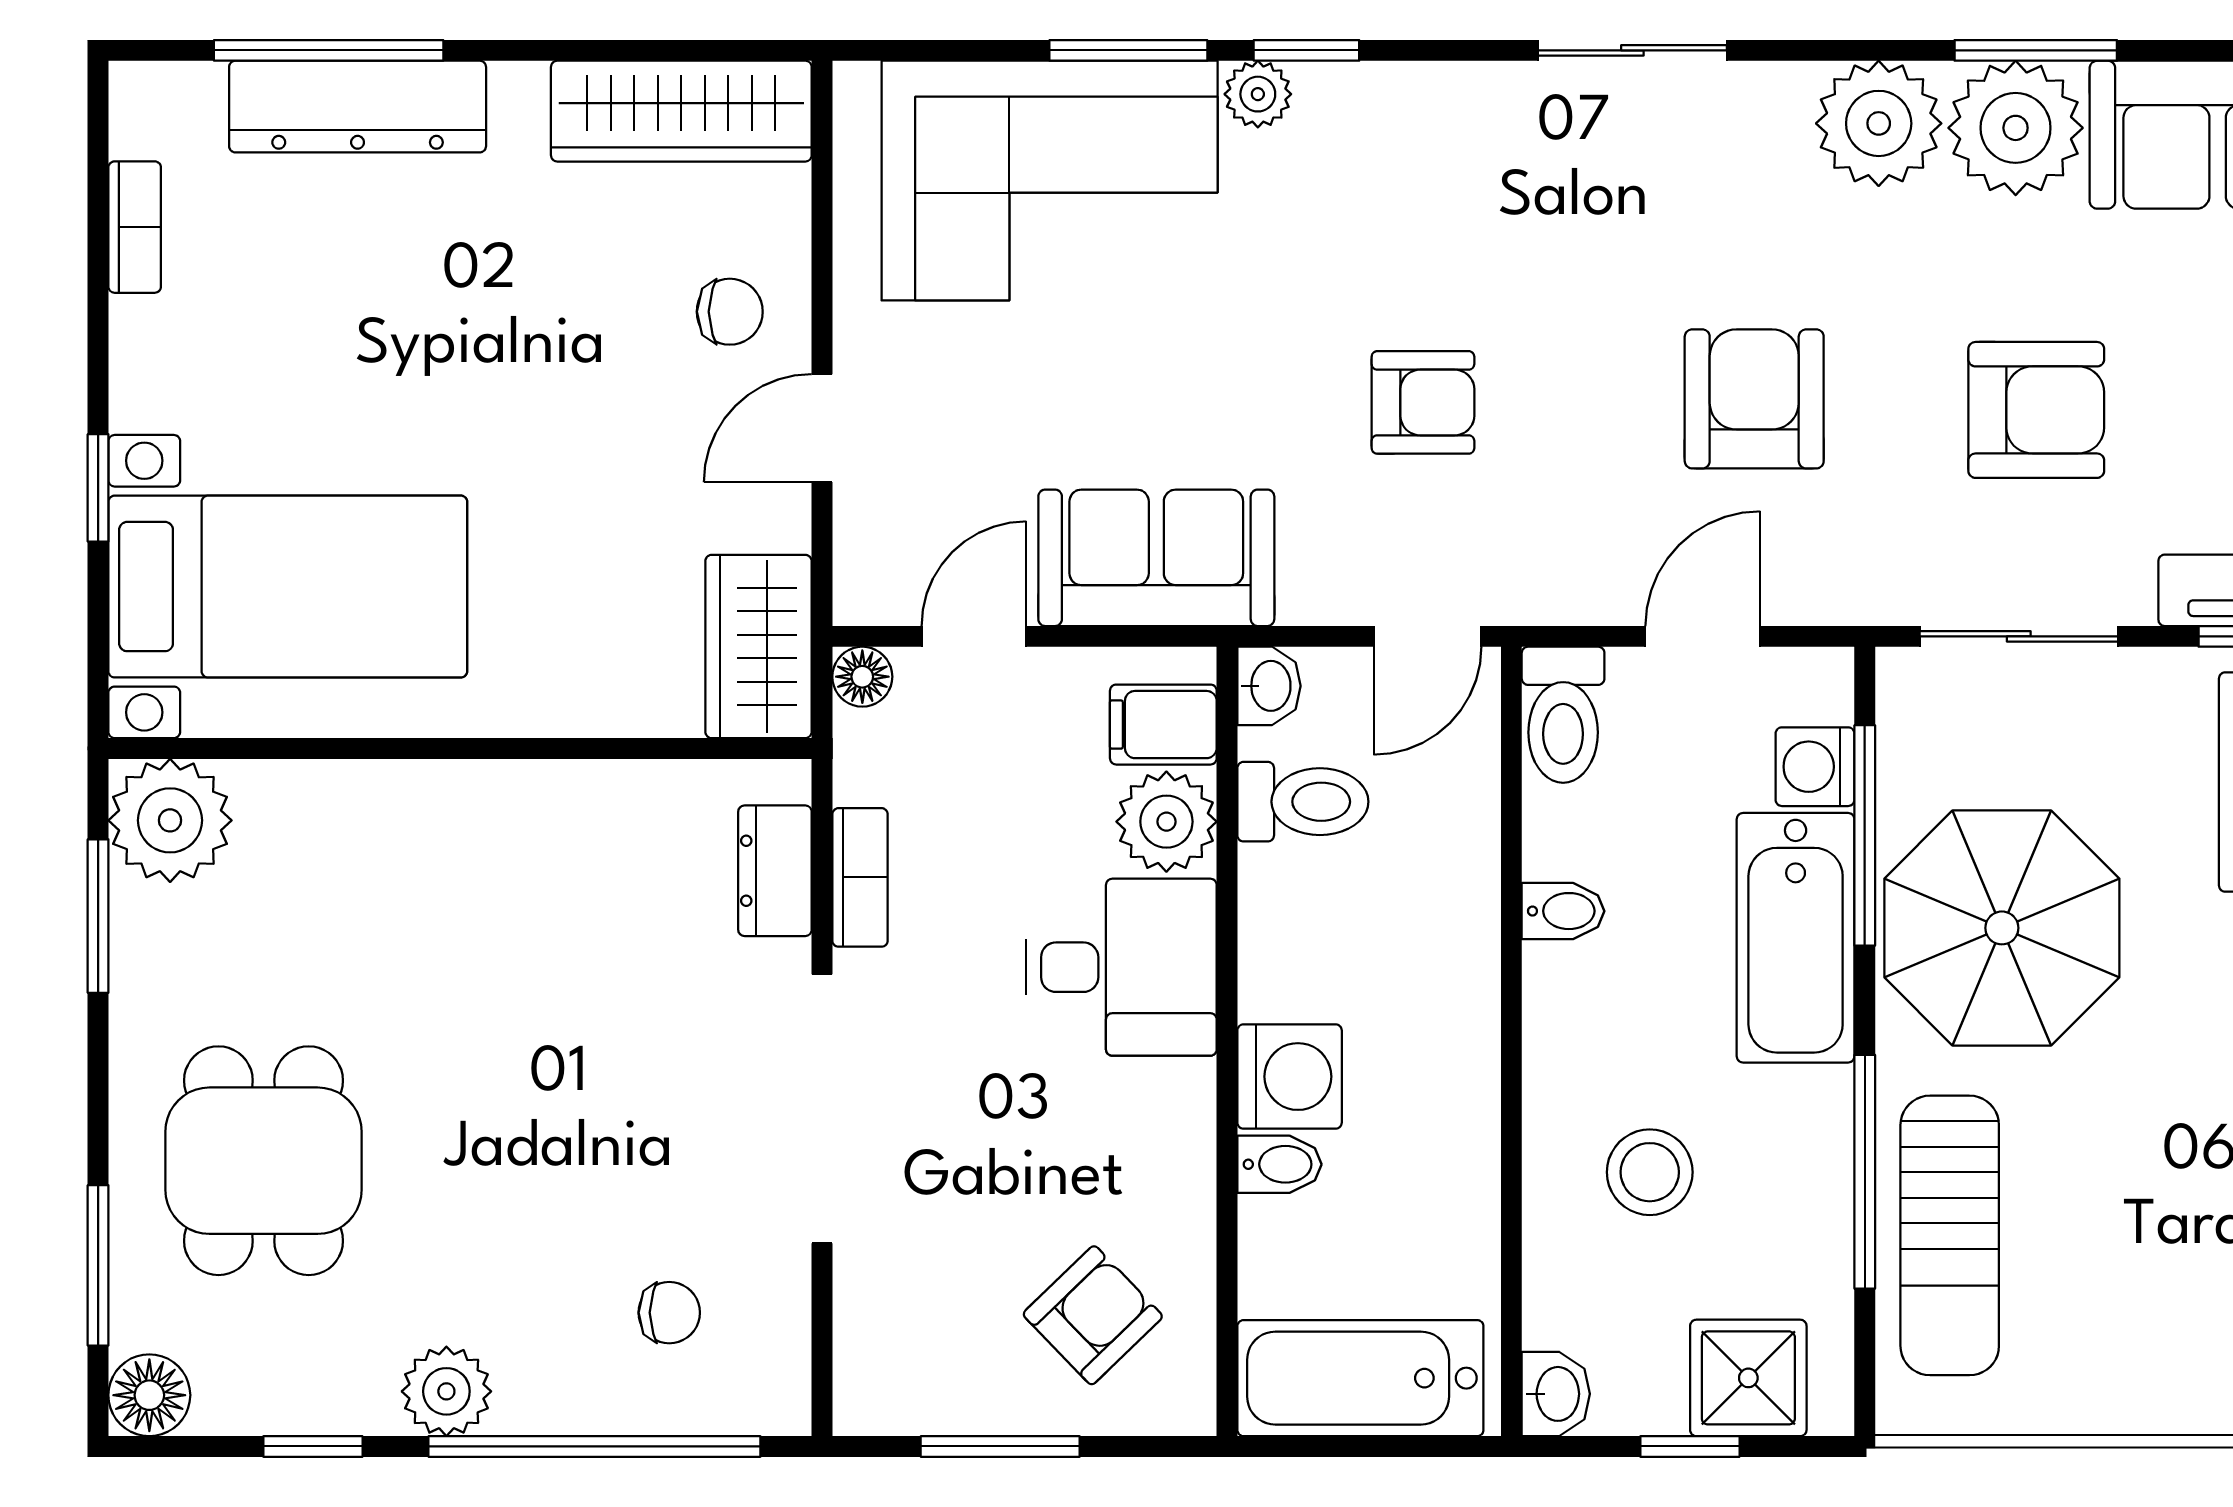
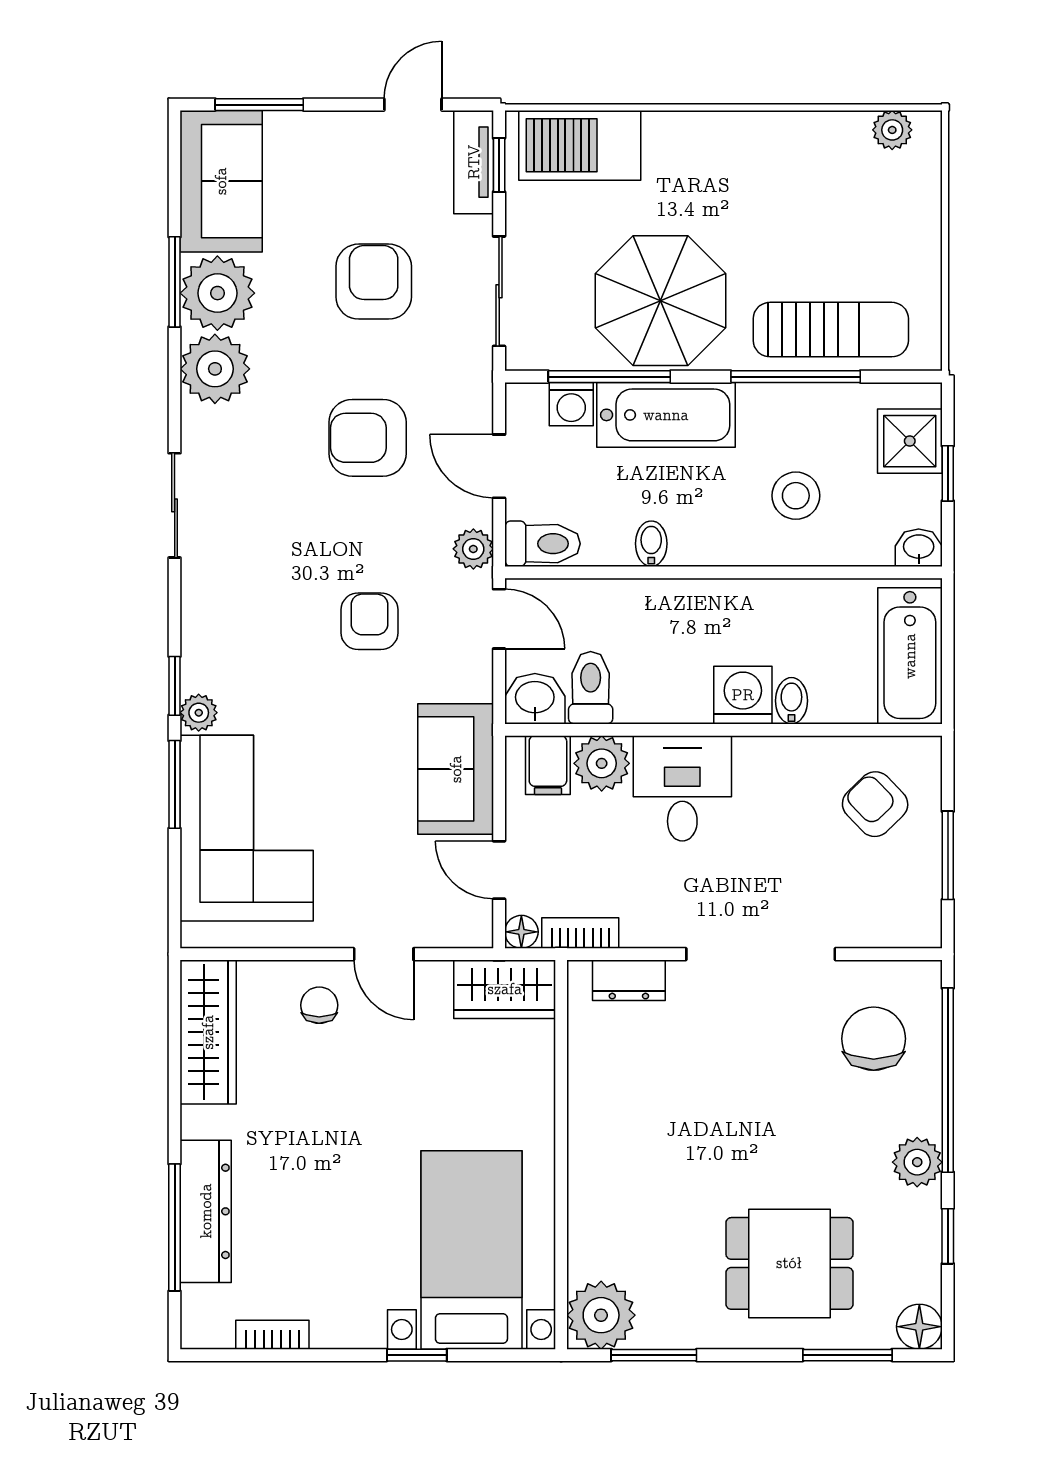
plant: (1553, 590) -> (473, 549), added
washbasin: (1269, 686) -> (535, 699), width x1.38, depth x1.45
bookcase: (860, 877) -> (580, 933), moved
chair: (669, 1313) -> (874, 1039), width x1.87, depth x1.87

